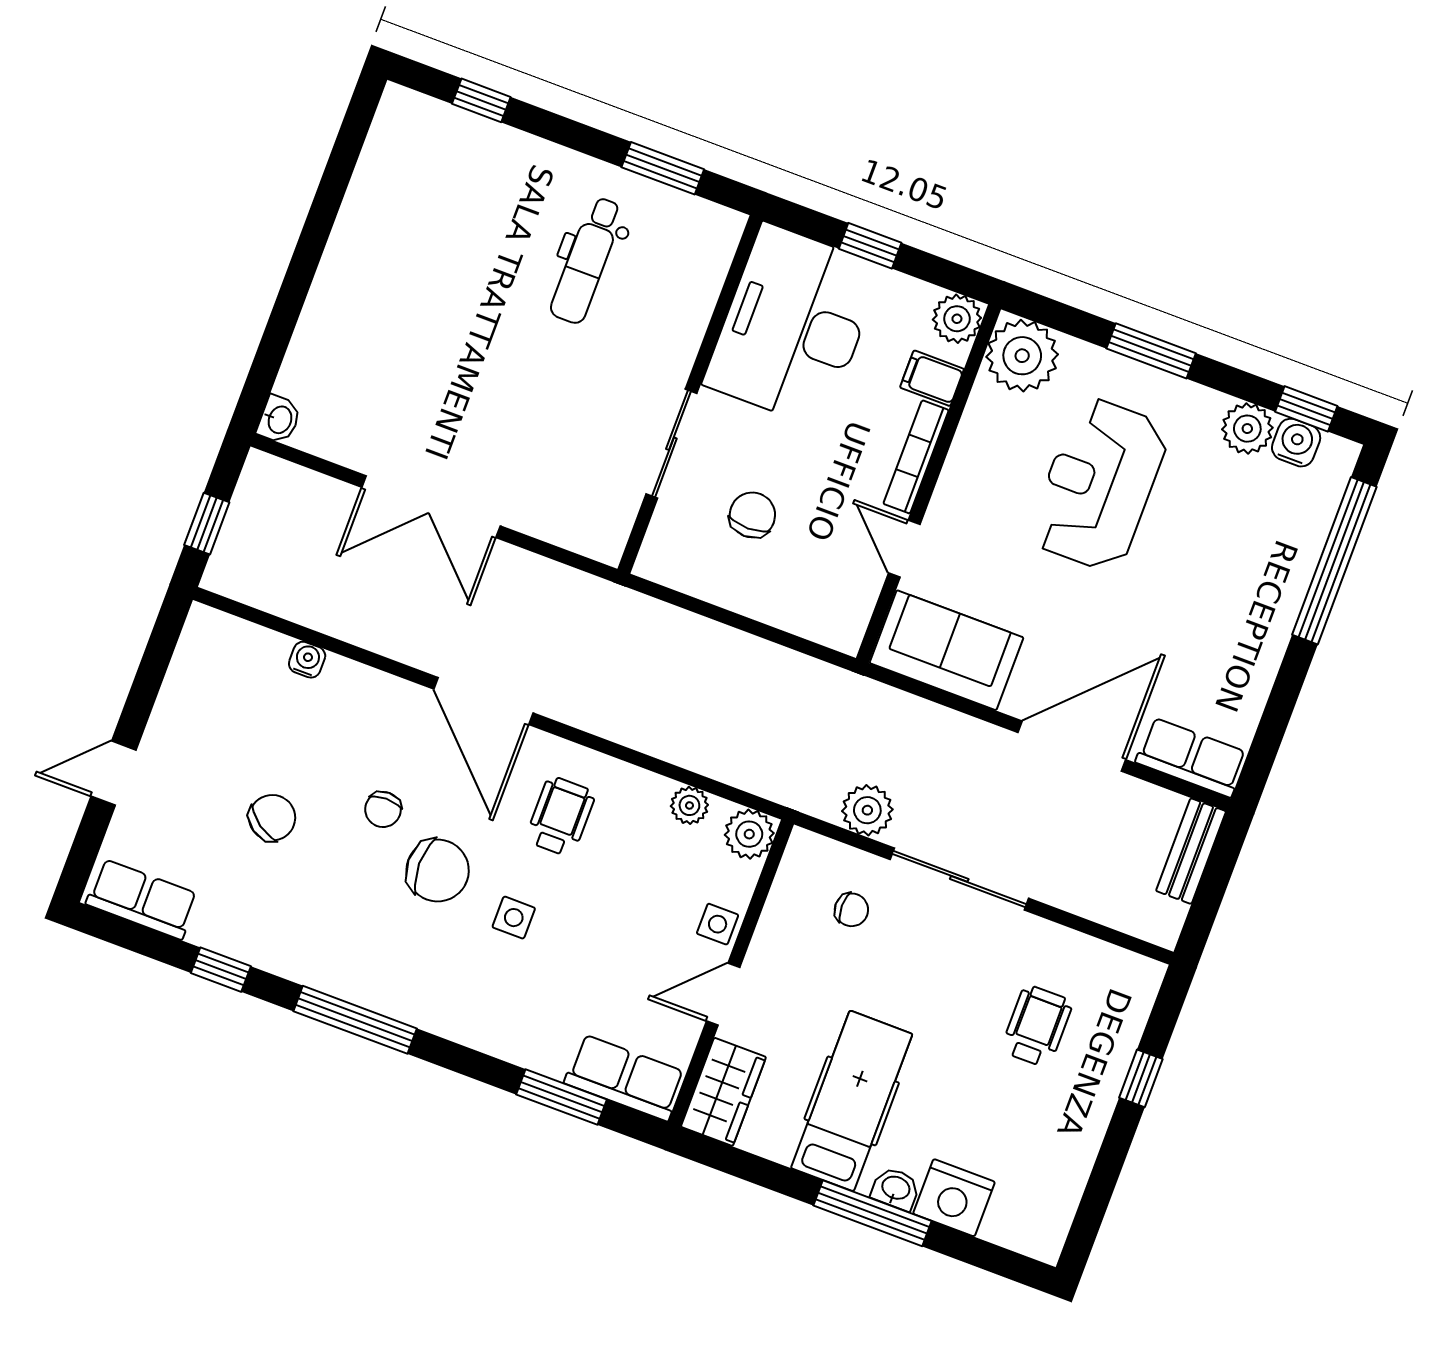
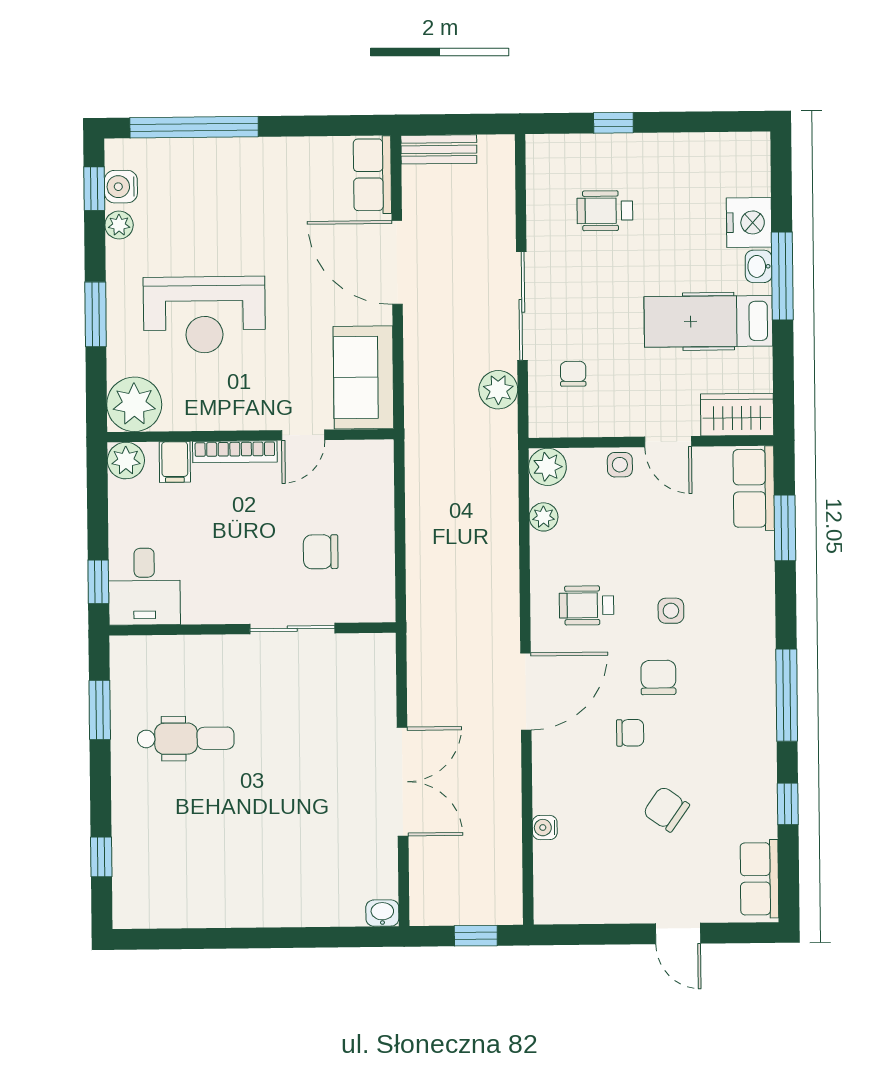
window: (870, 246) -> (98, 582), moved
desk: (793, 325) -> (144, 587), width x0.53, depth x0.77
plant: (1247, 429) -> (119, 225), width x0.73, depth x0.73
chair: (438, 870) -> (658, 678), width x0.73, depth x0.73

